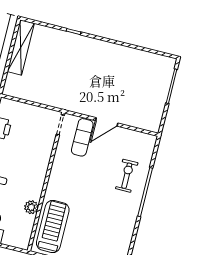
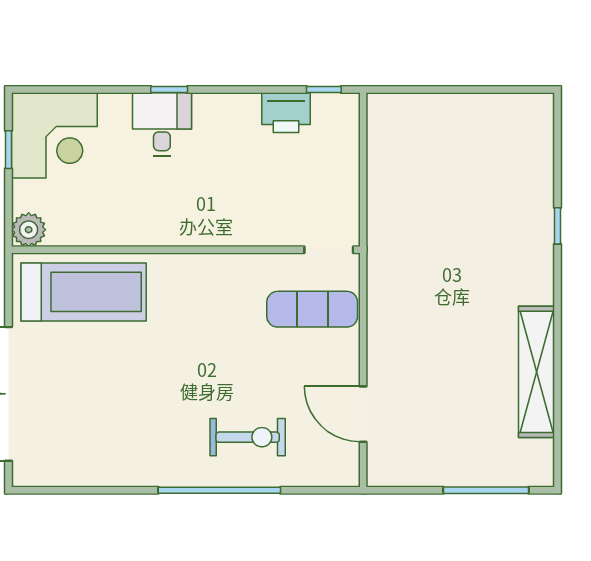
shelving: (21, 47) -> (536, 372), moved, turned 90
door: (107, 122) -> (363, 414), moved
plant: (31, 207) -> (29, 230), moved

